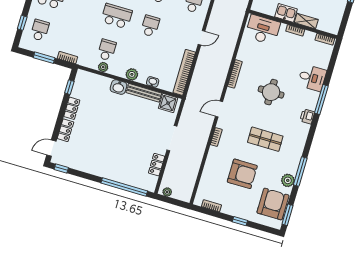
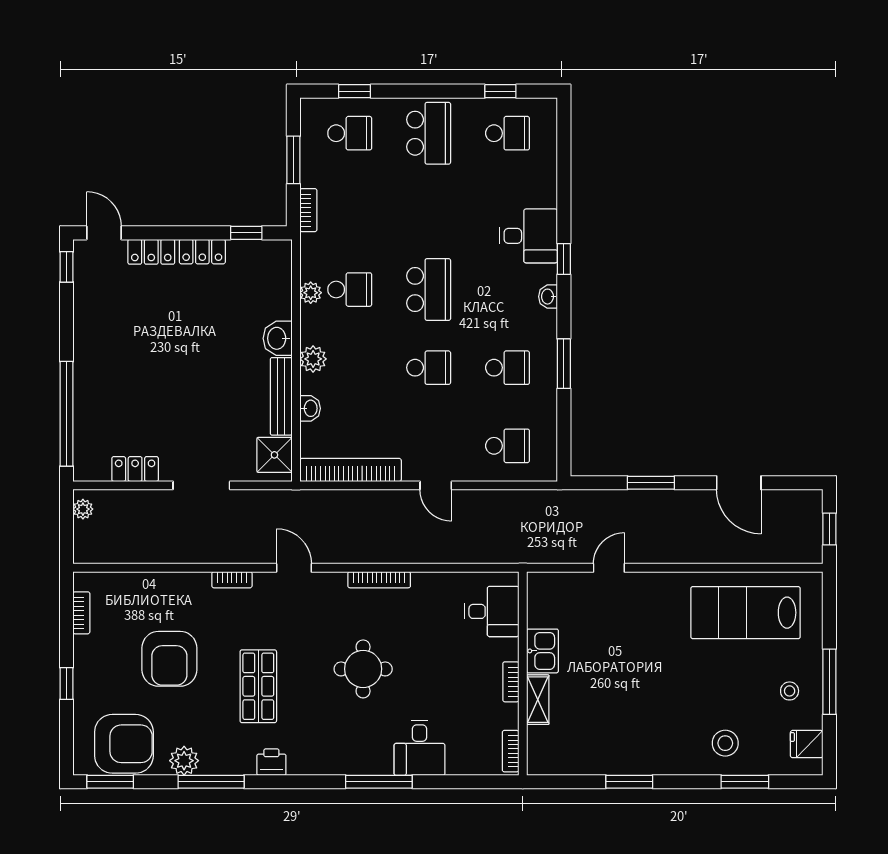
desk: (263, 30) -> (492, 611), width x0.73
printer: (307, 117) -> (271, 762), moved

